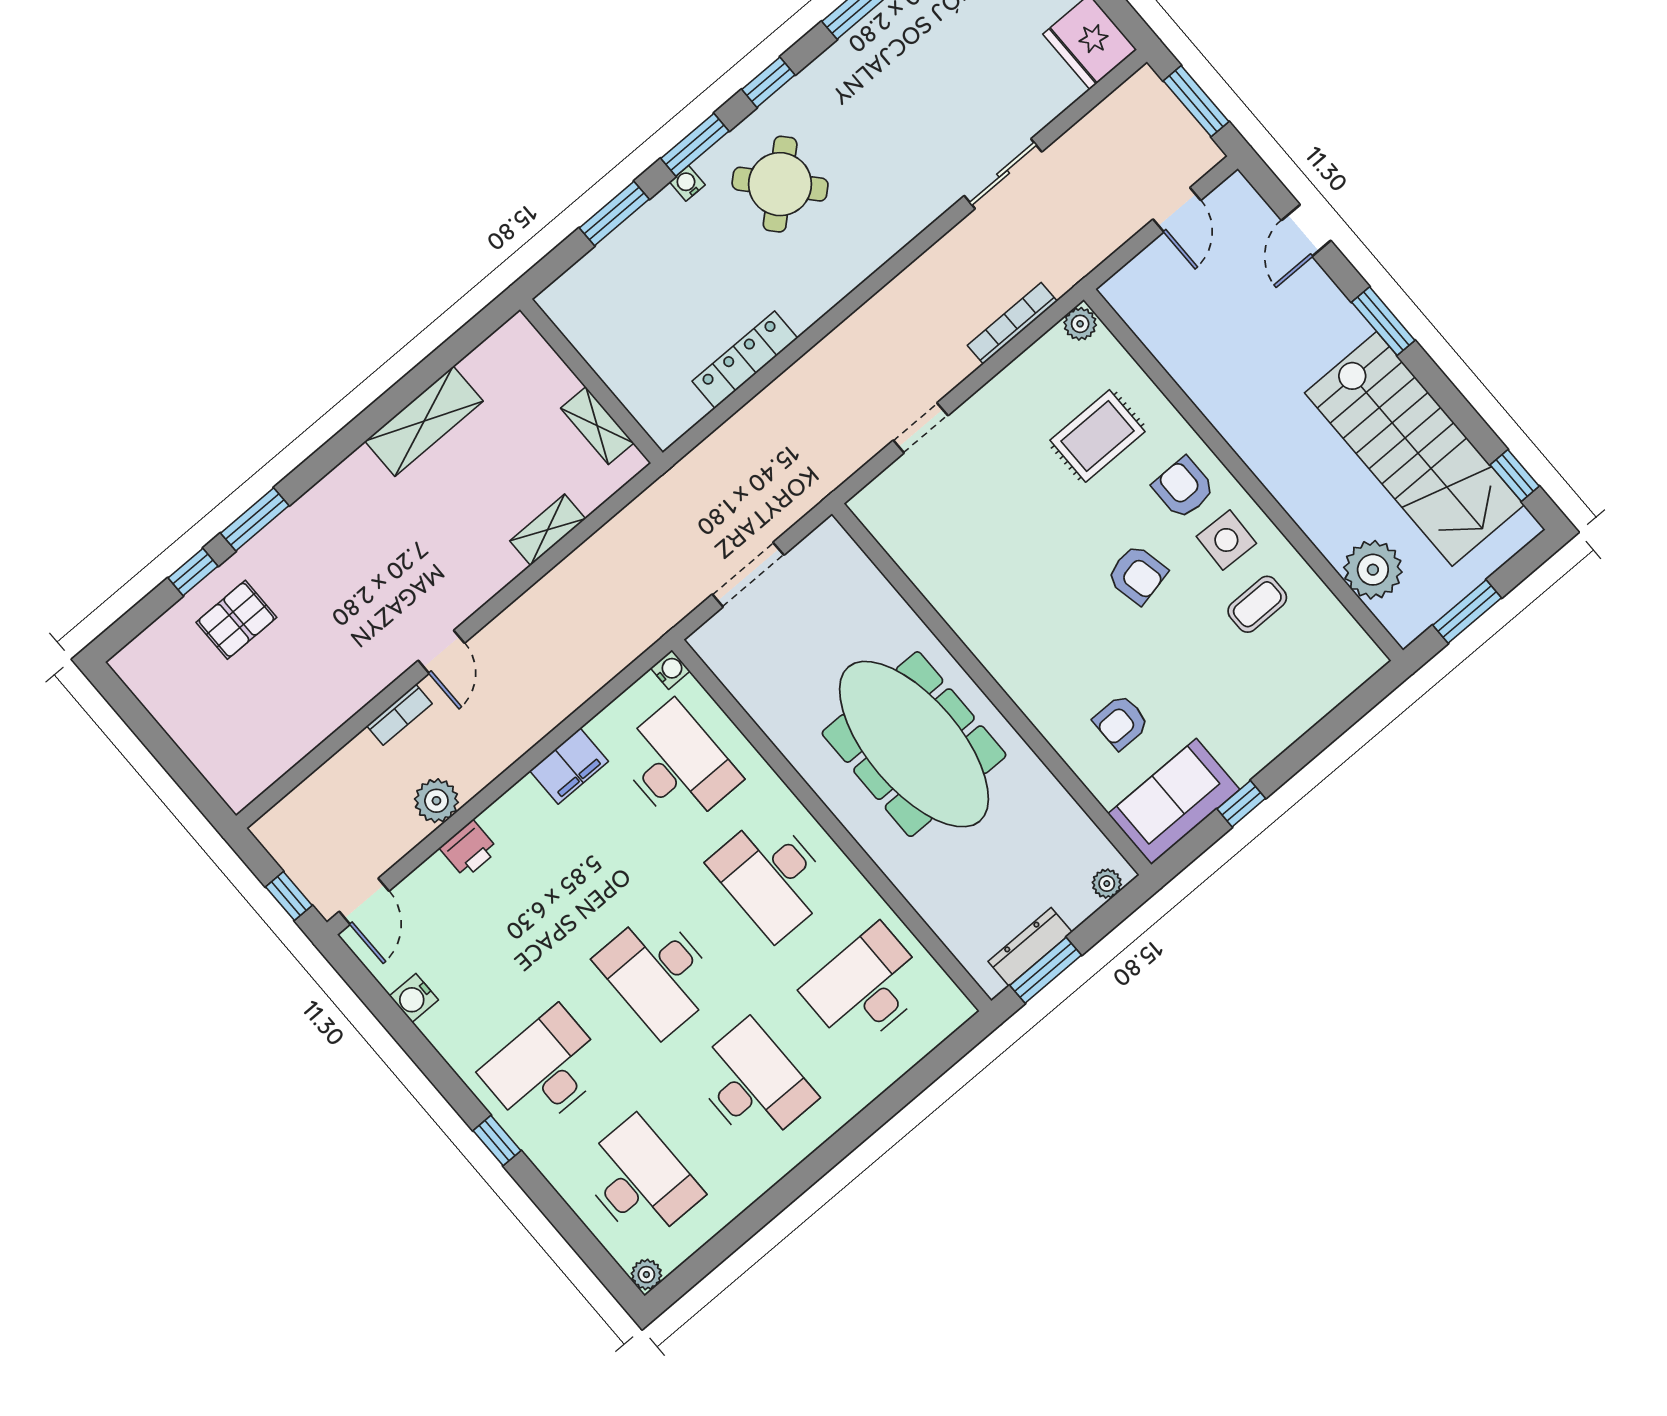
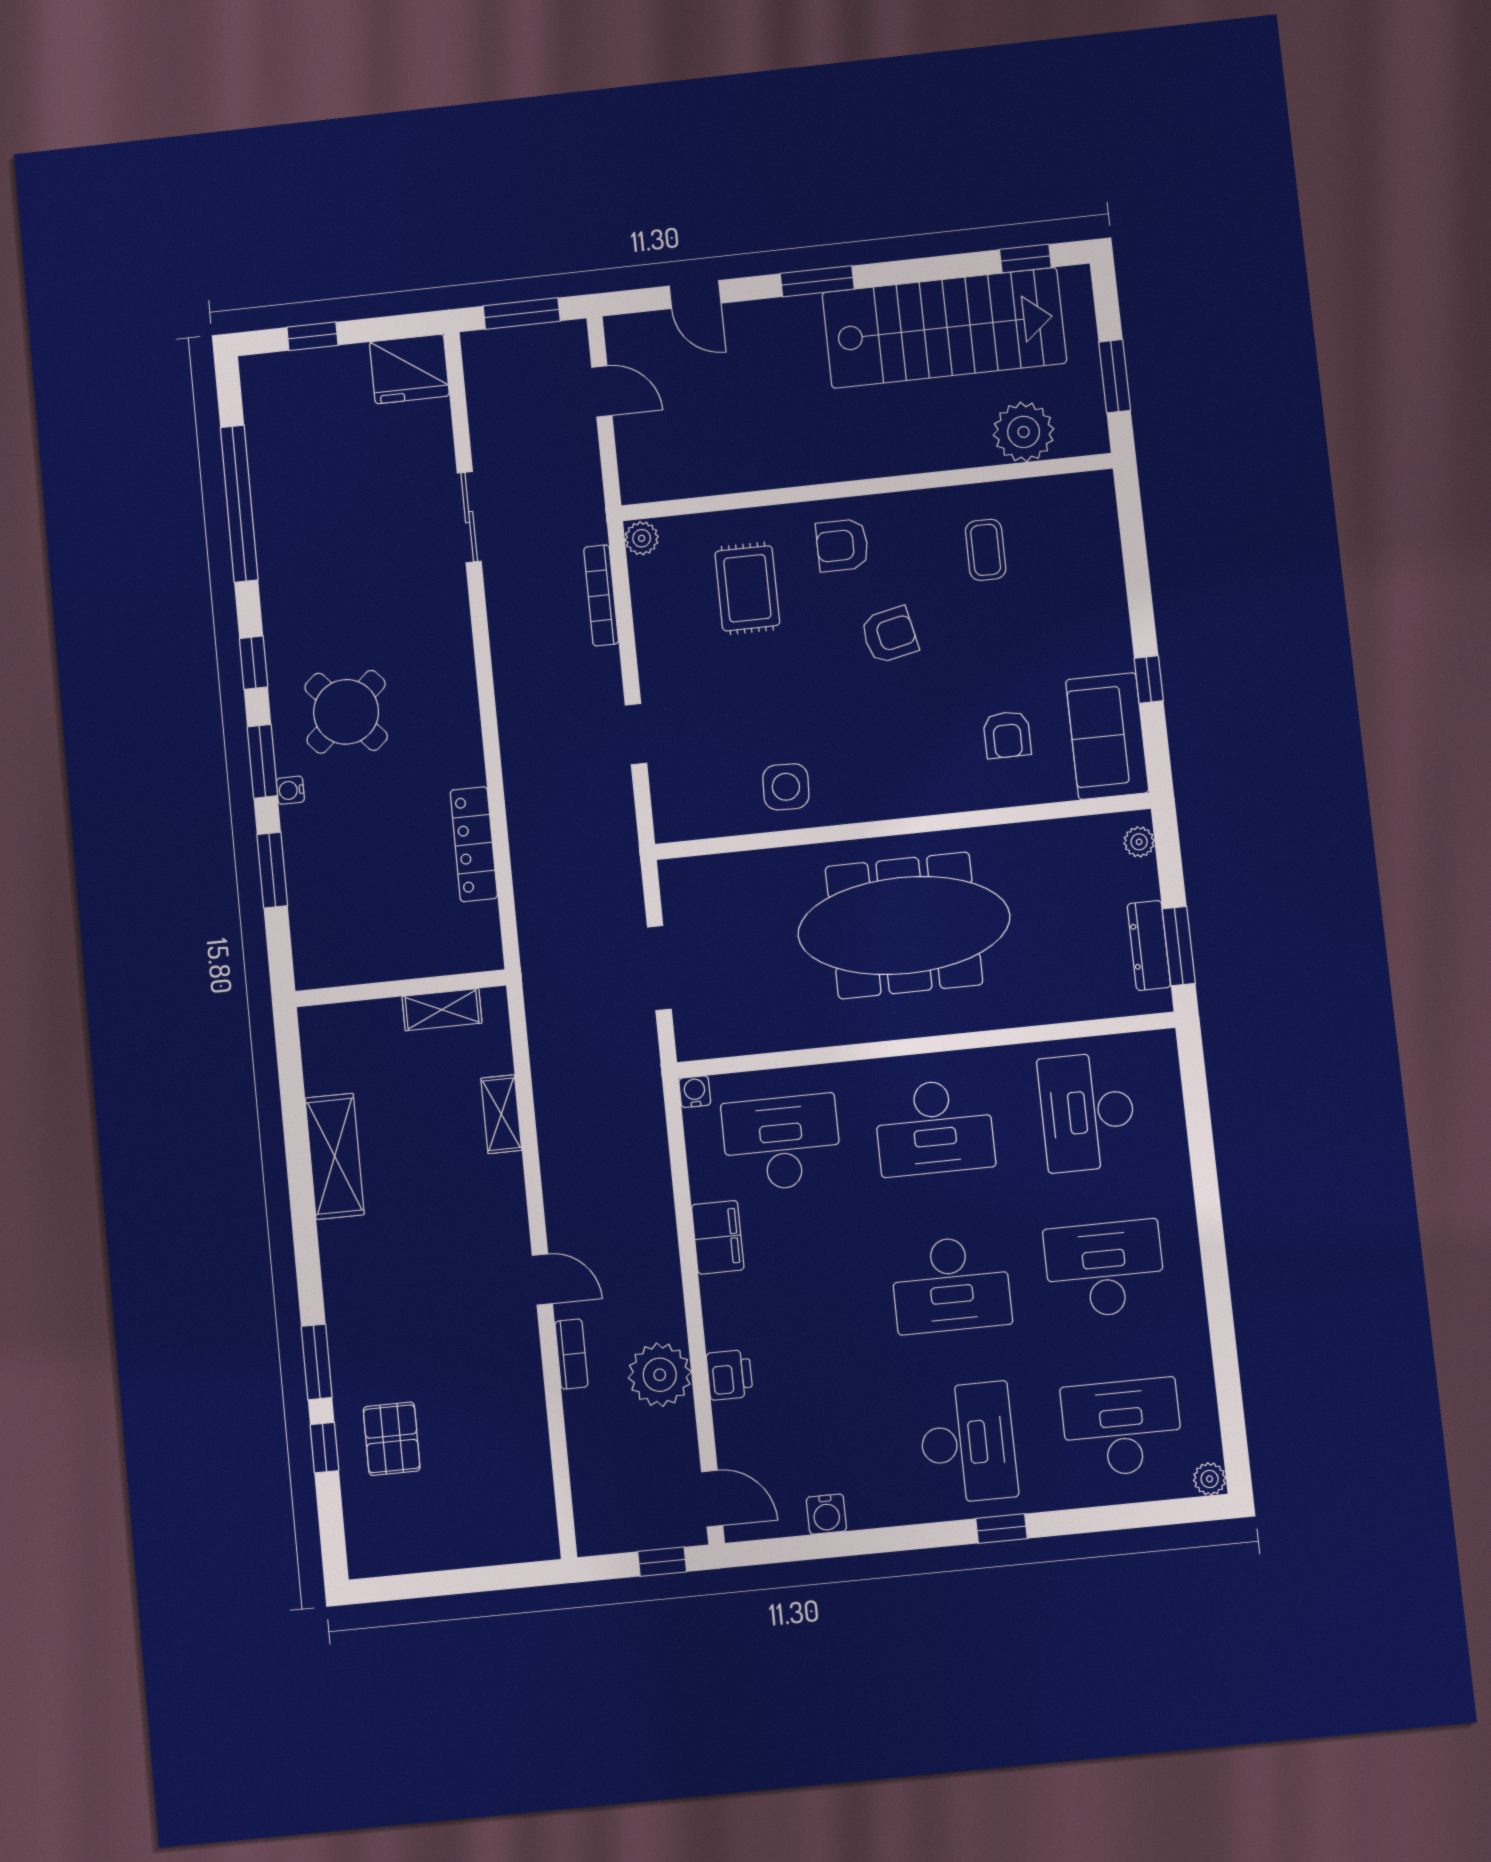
side table: (1226, 540) -> (786, 787), moved
plant: (436, 801) -> (660, 1375), width x1.36, depth x1.36
desk: (545, 1070) -> (968, 1443), turned 180

